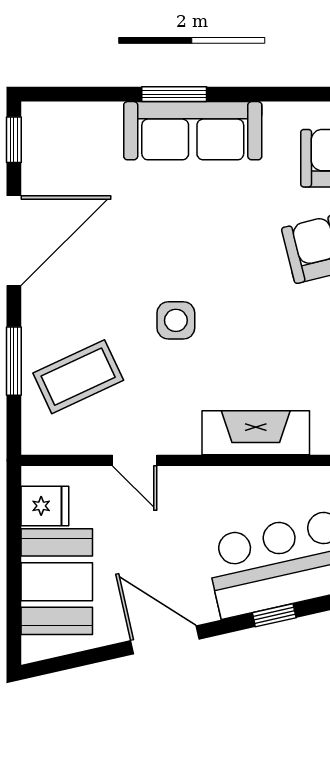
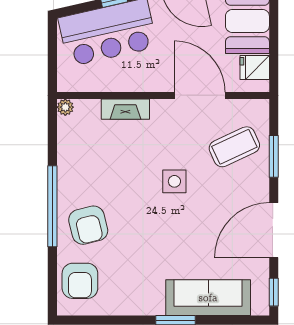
sofa: (193, 131) -> (208, 298), moved
fireplace: (256, 433) -> (125, 109), width x0.73, depth x0.76
door: (135, 460) -> (200, 95), width x1.87

